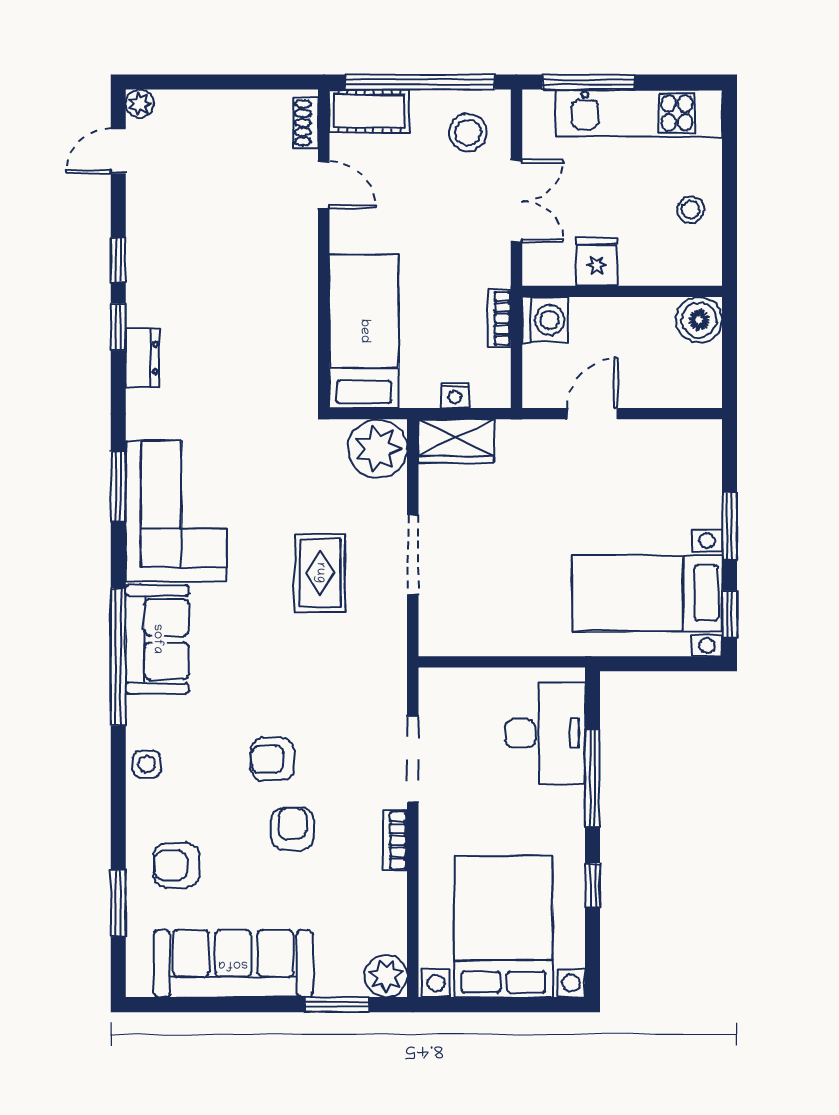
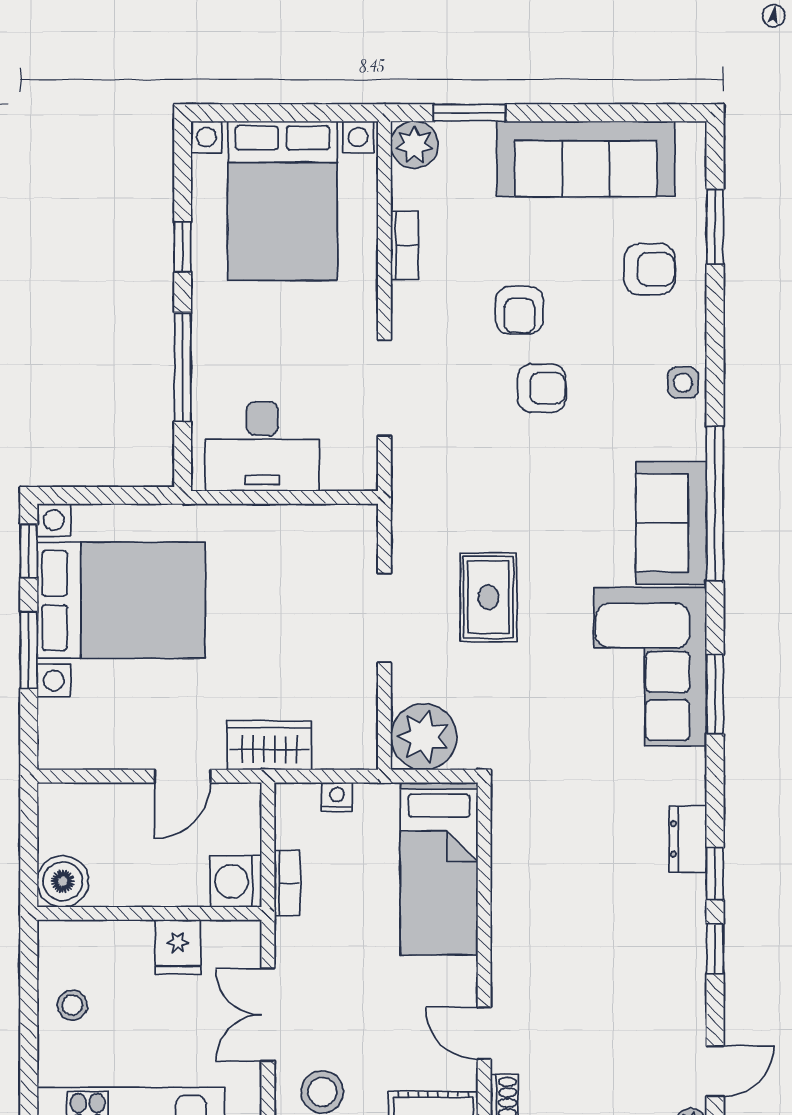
wardrobe: (456, 441) -> (269, 745), moved
bed with nightstands: (647, 593) -> (121, 600), width x1.36
desk: (545, 733) -> (262, 446), moved, turned -90
bookcase: (395, 840) -> (404, 245), moved

